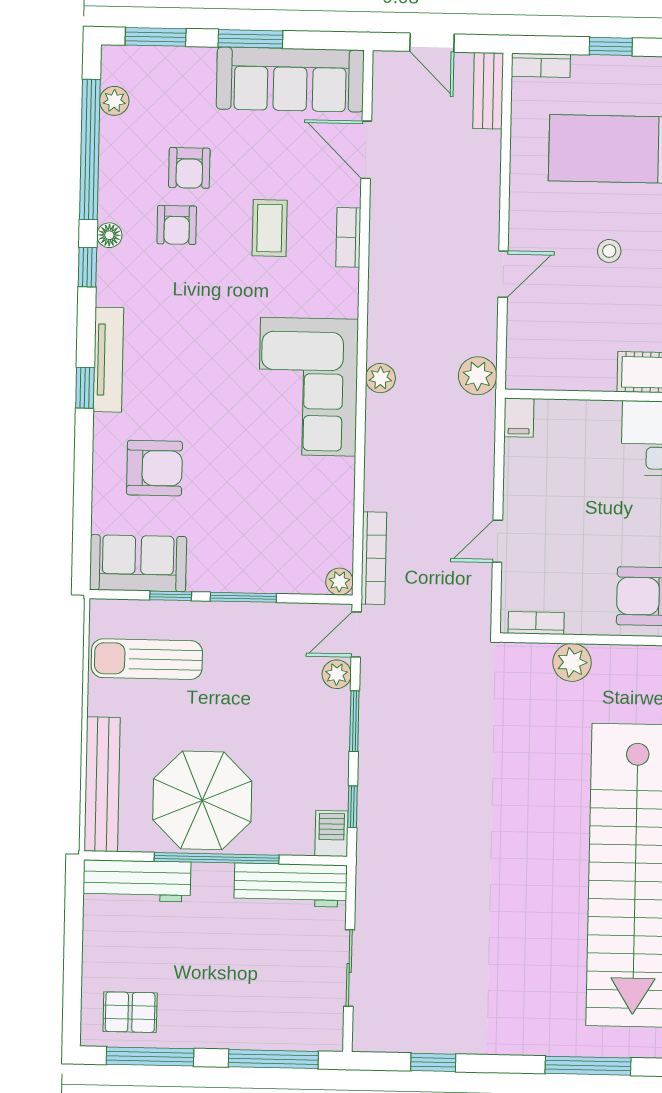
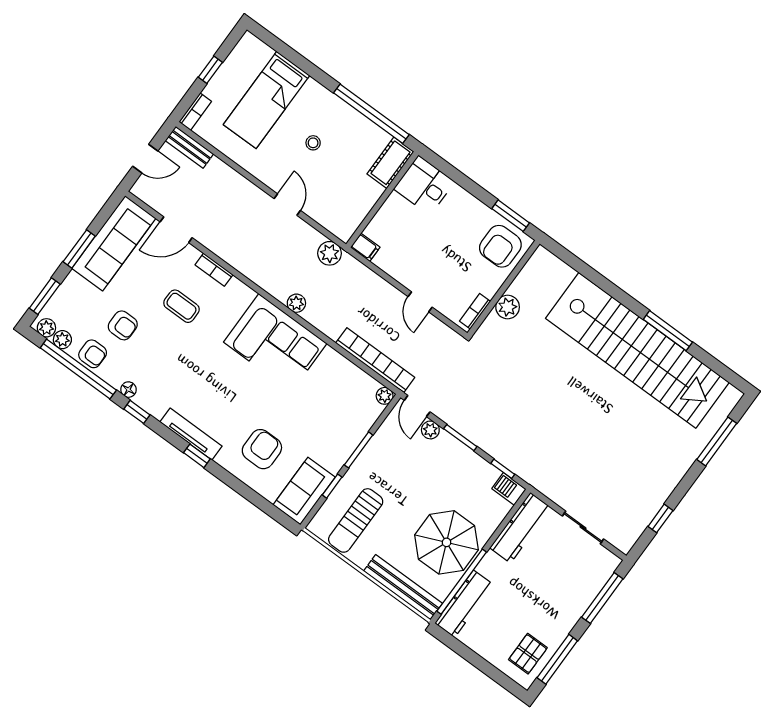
plant: (115, 69) -> (46, 328), added
armchair: (177, 225) -> (93, 354), moved
bookcase: (374, 558) -> (375, 360), width x1.48, depth x1.31
window: (217, 858) -> (462, 582), moved

